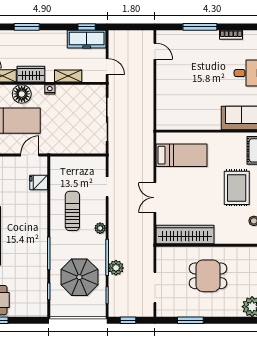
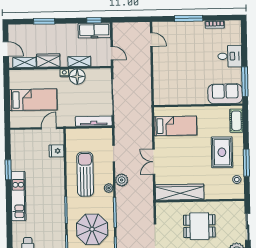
floor lamp: (22, 94) -> (77, 77), moved
tv unit: (84, 148) -> (94, 121), added
sun lounger: (72, 211) -> (85, 174), width x1.36, depth x1.34
plant: (116, 268) -> (122, 180), moved

